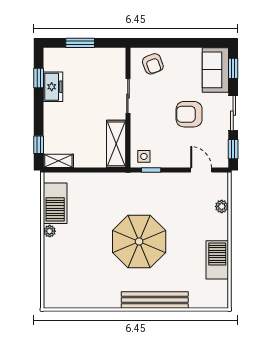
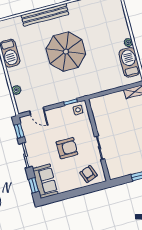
armchair: (189, 114) -> (67, 148), moved
shelving: (116, 144) -> (99, 113), removed

